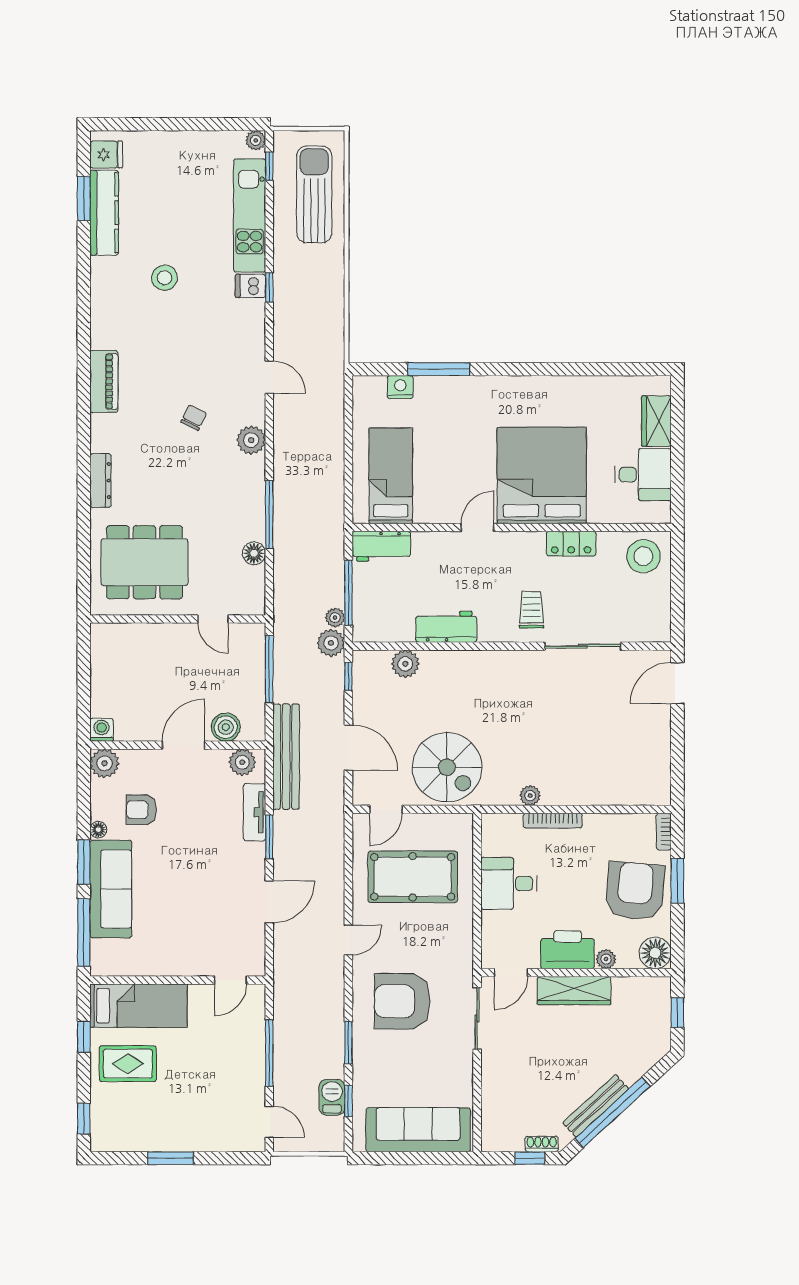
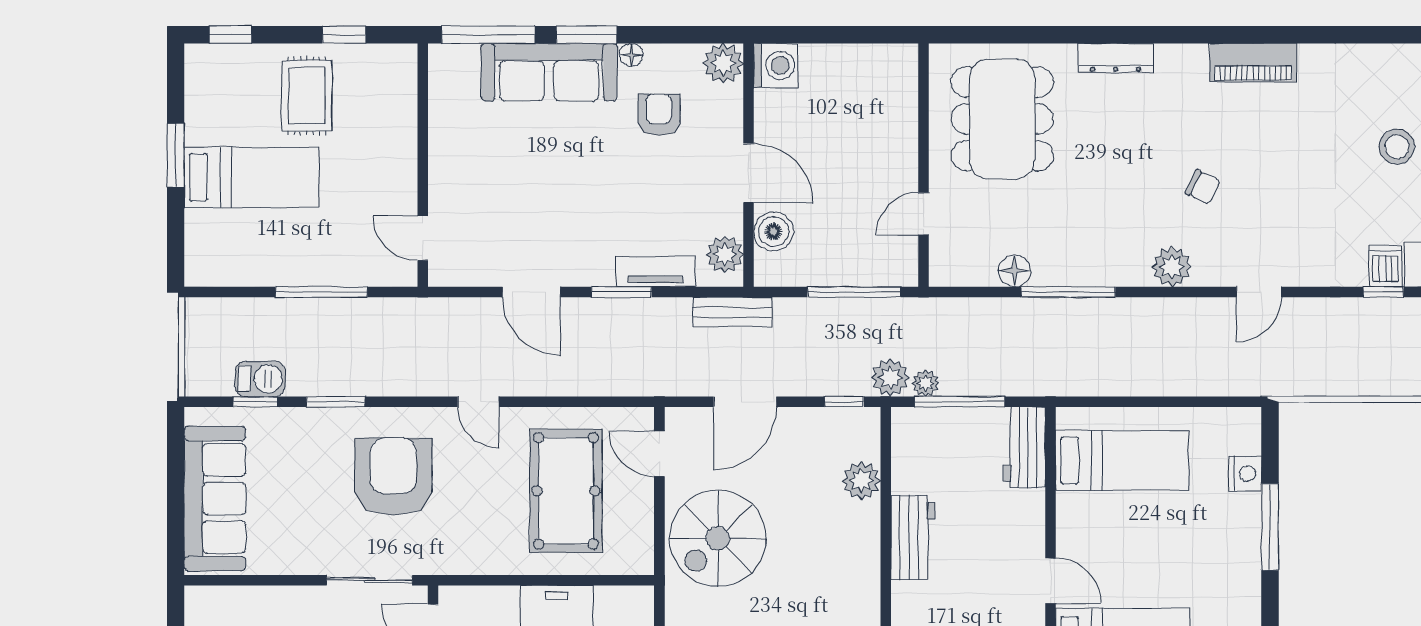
washing machine: (102, 730) -> (776, 65), width x1.38, depth x1.38
bench: (286, 757) -> (733, 312), width x0.54, depth x0.82
bed: (138, 1006) -> (252, 177), moved, turned -90
door: (269, 1122) -> (226, 292), removed

